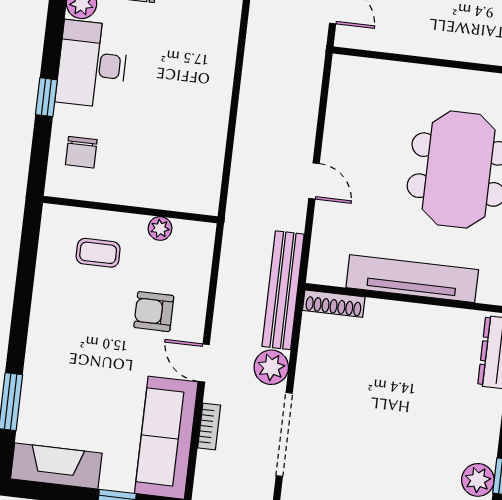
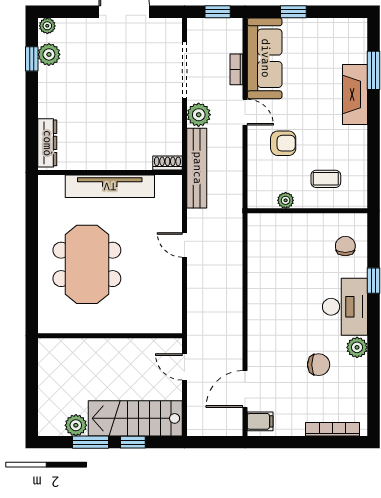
shoe rack: (334, 304) -> (167, 163), width x0.70
fireplace: (56, 466) -> (355, 95), moved, turned 90

